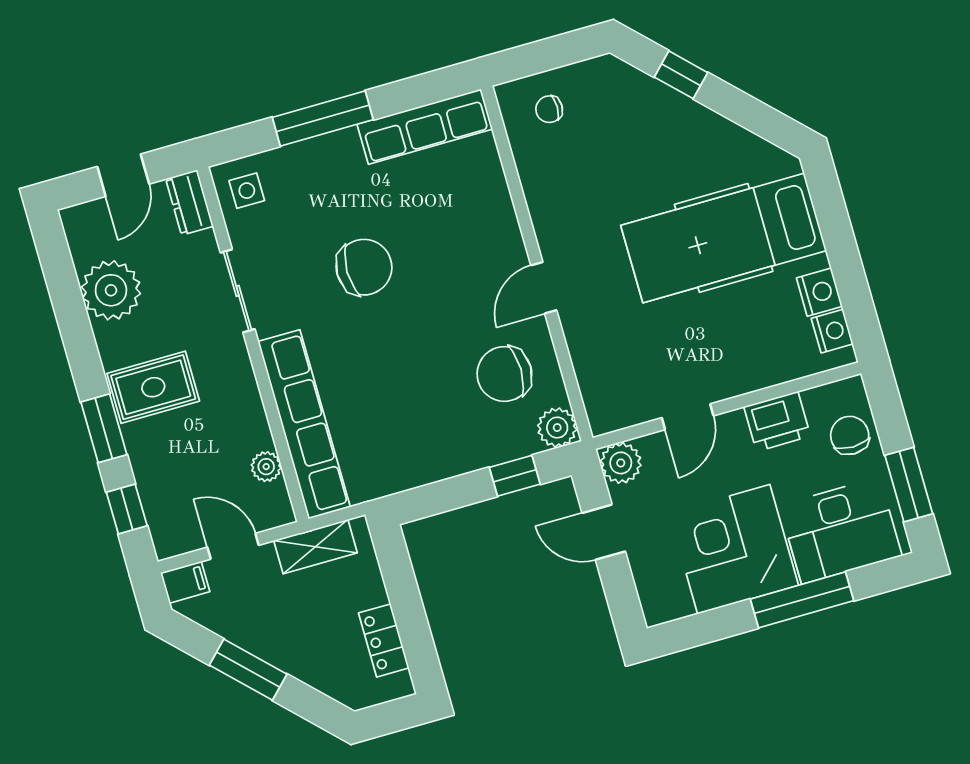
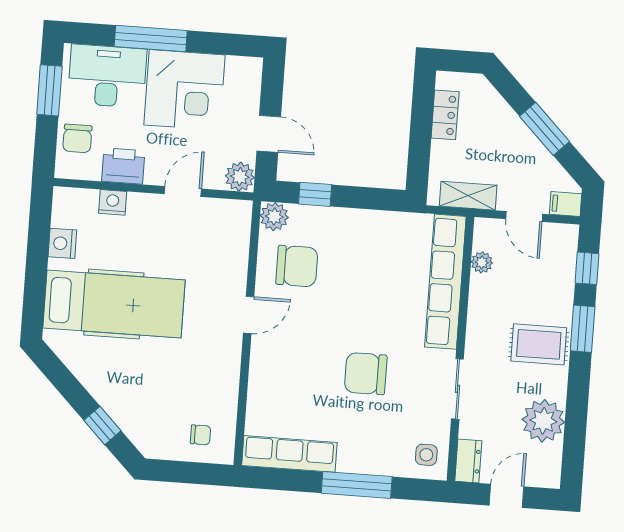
nightstand: (832, 331) -> (113, 202), moved, turned 90

